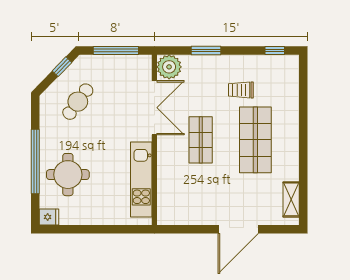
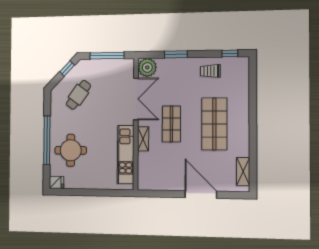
trolley: (241, 90) -> (210, 71), moved
shelving: (164, 159) -> (143, 139), added
door: (238, 229) -> (201, 194), swing flipped

